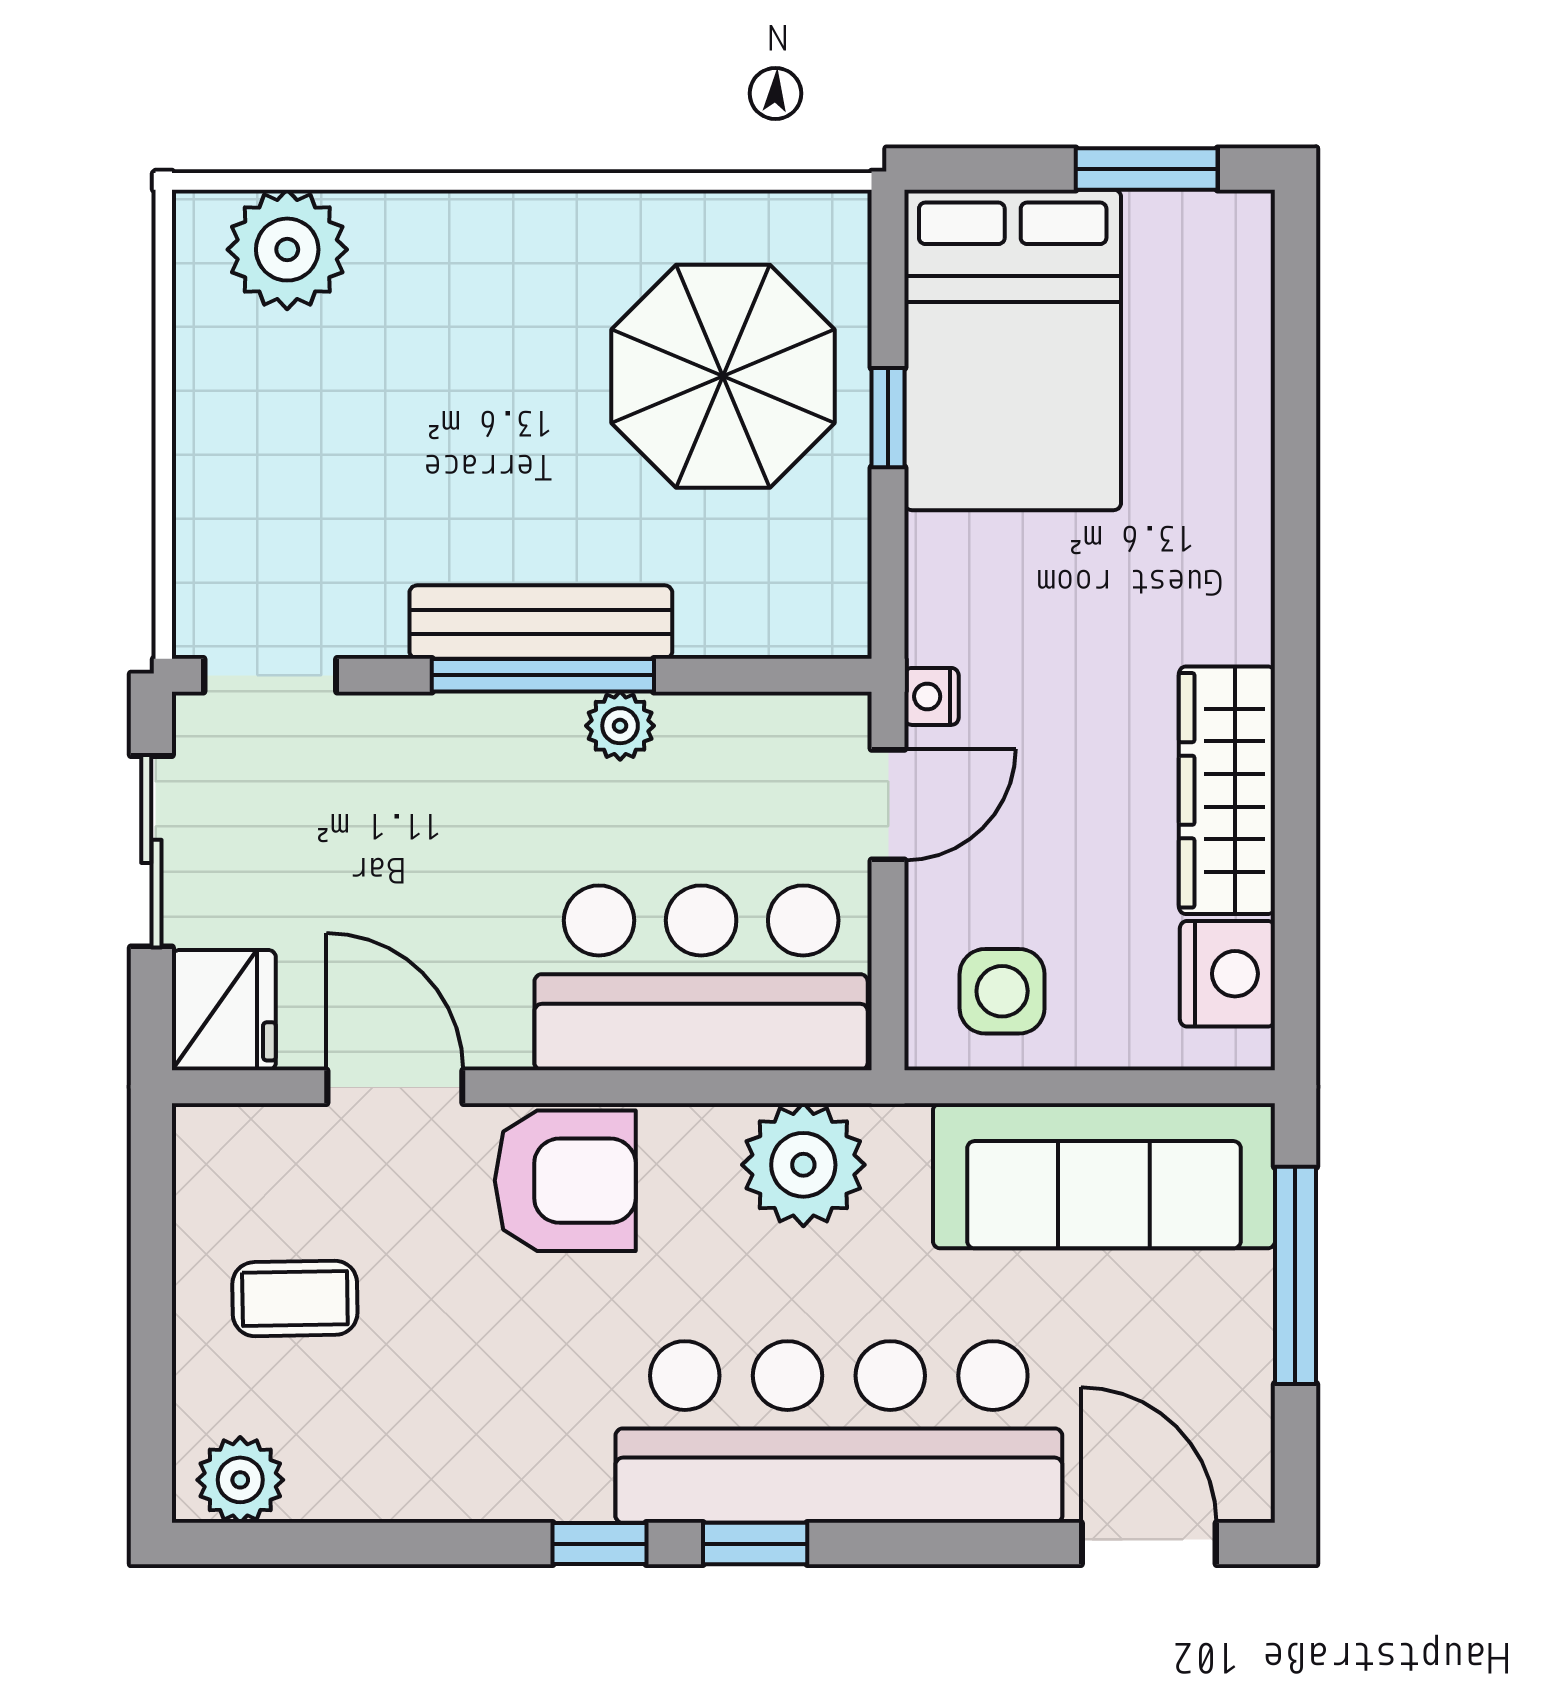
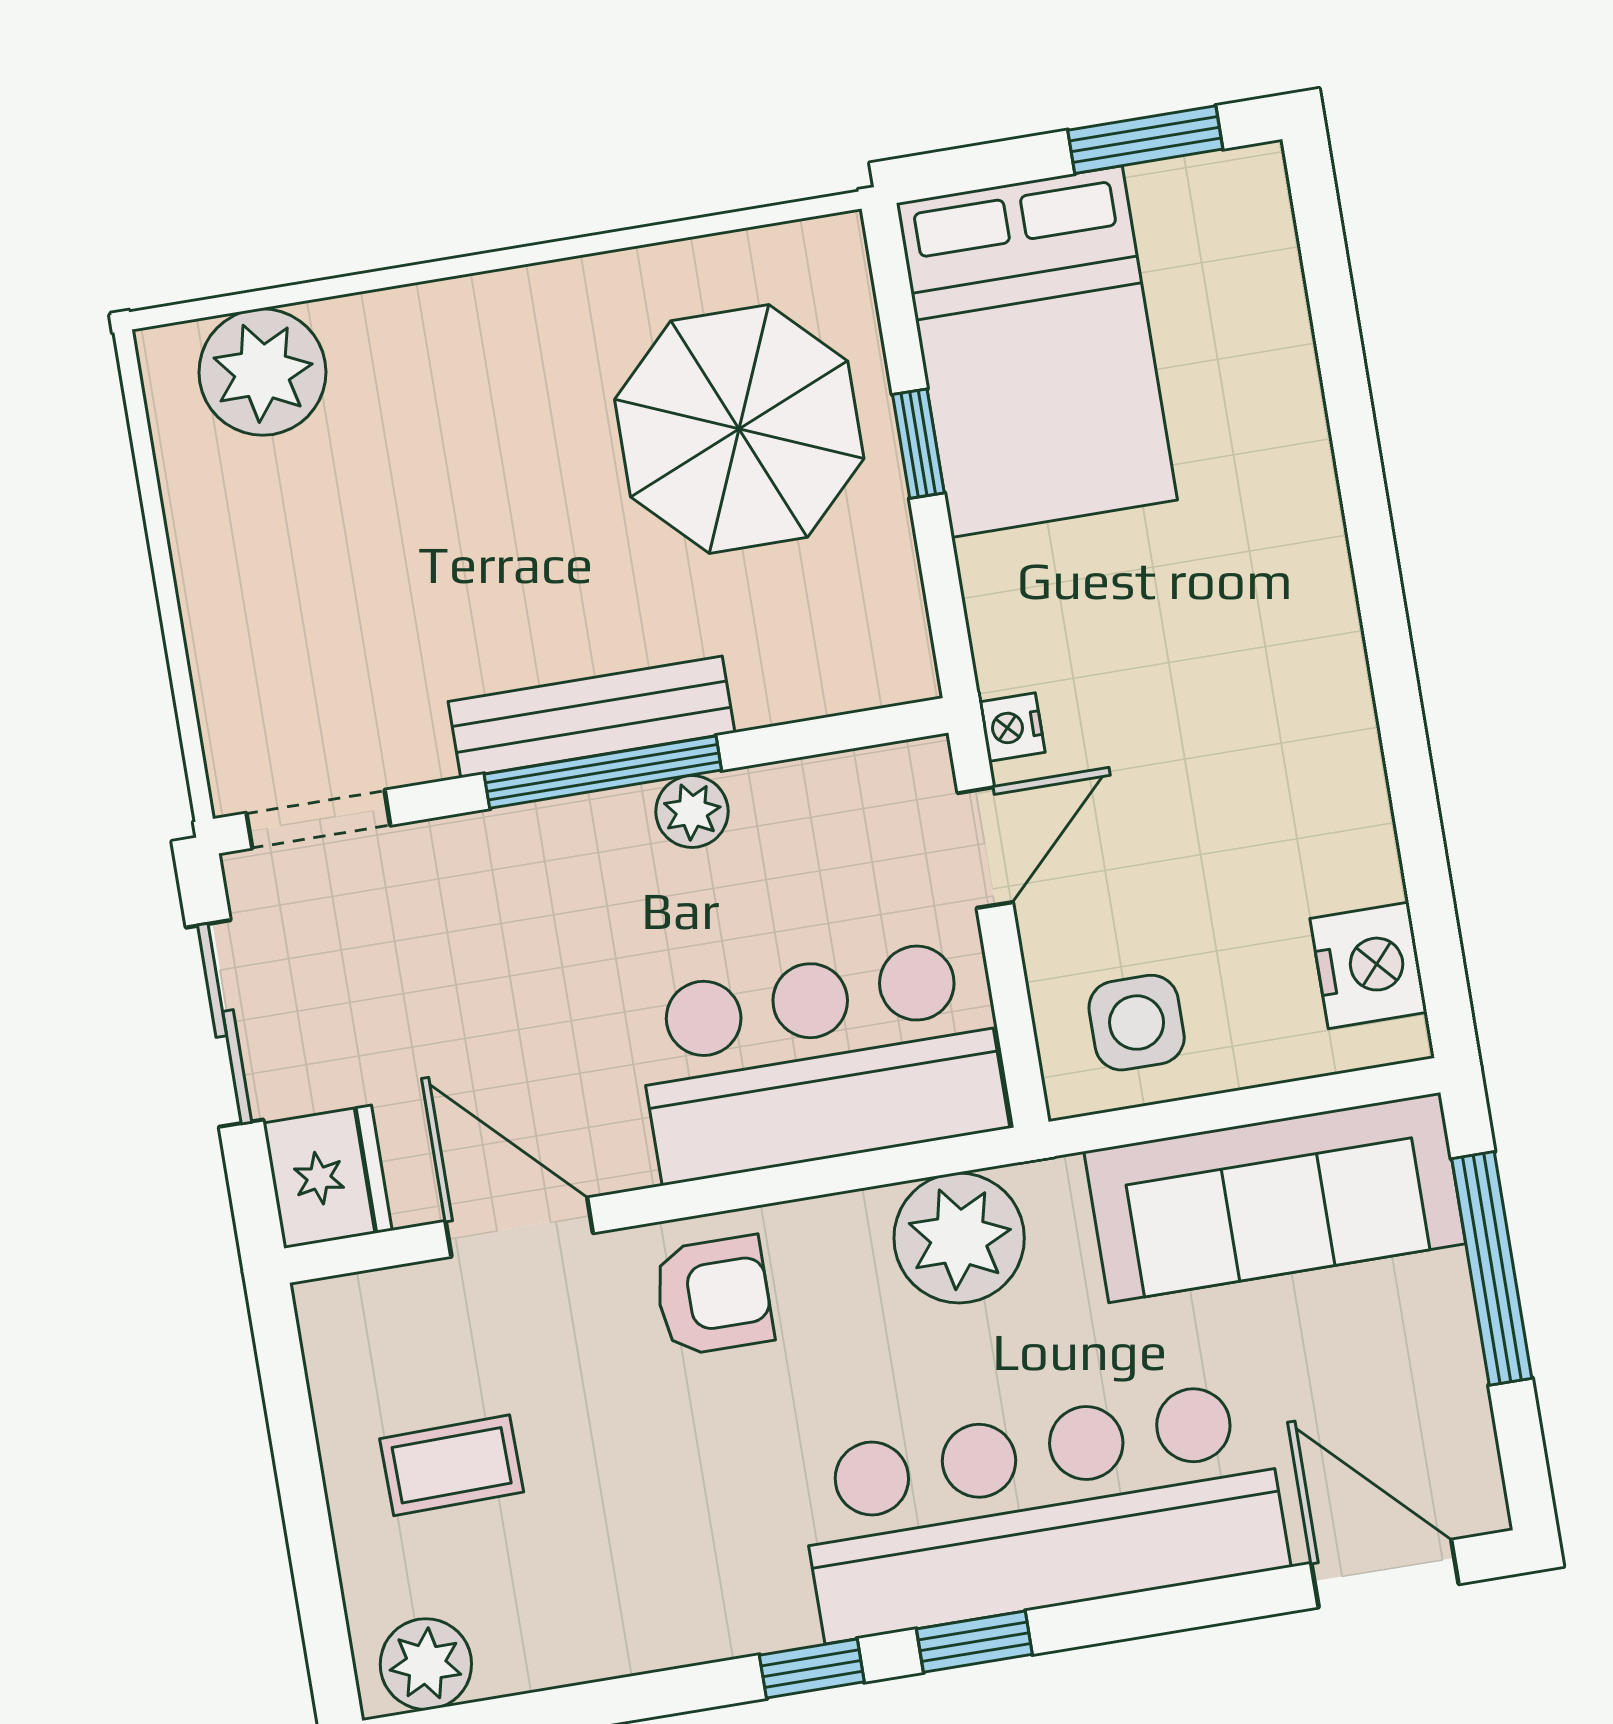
wardrobe: (1227, 790) -> (1336, 774), removed
armchair: (565, 1181) -> (713, 1296), width x0.72, depth x0.72

